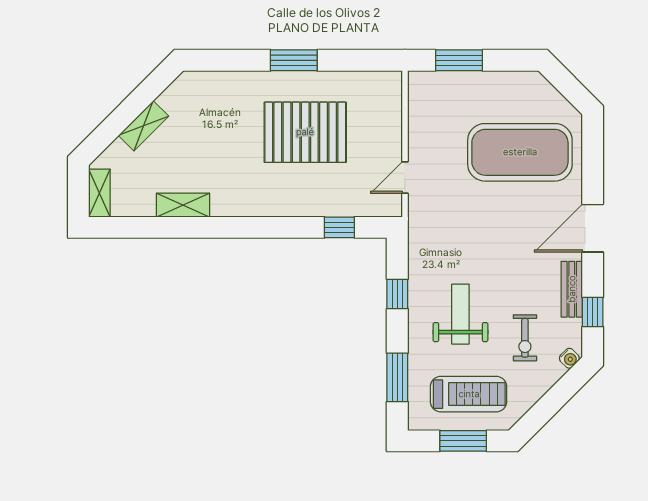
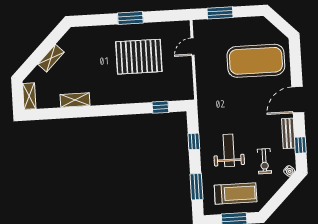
door: (405, 178) -> (193, 47), moved

